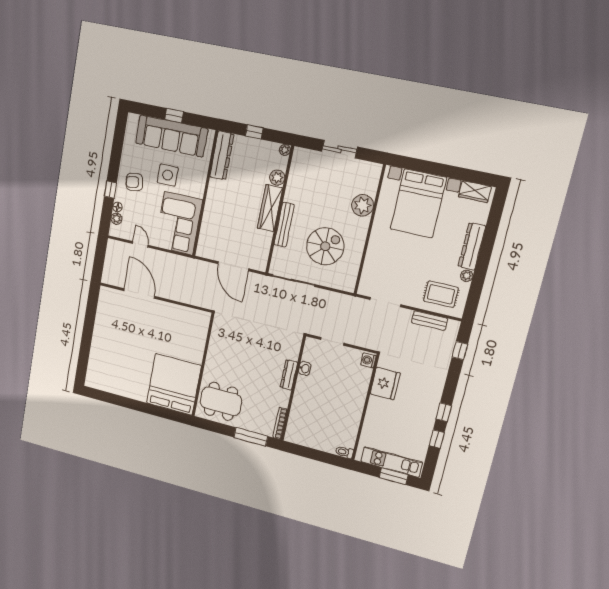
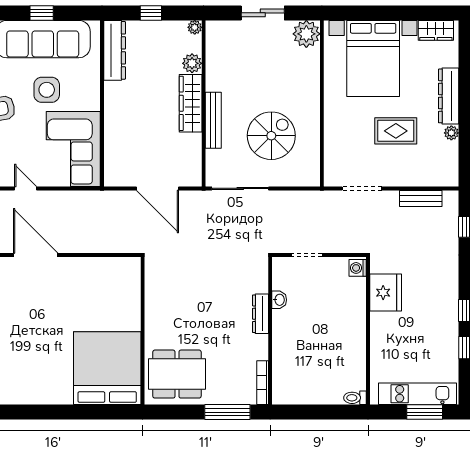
plant: (363, 205) -> (306, 34), moved
rug: (441, 294) -> (396, 131), moved

